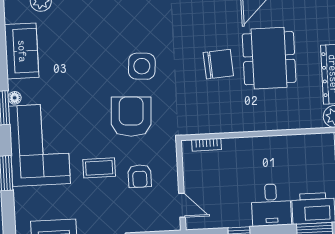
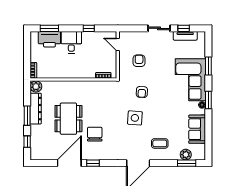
chair: (218, 64) -> (95, 134), moved, turned 94
armchair: (131, 117) -> (142, 92), width x0.53, depth x0.53
coffee table: (99, 168) -> (160, 143), moved

